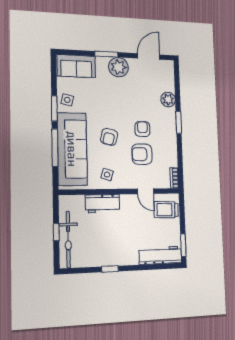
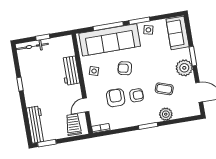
coffee table: (139, 95) -> (164, 89), added
bicycle: (68, 240) -> (32, 46), width x0.73, depth x0.71

